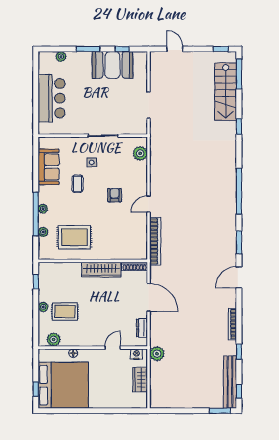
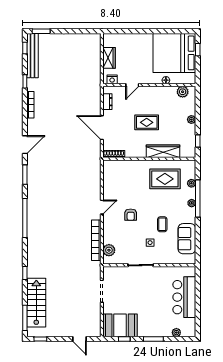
booth: (112, 65) -> (120, 325), moved
bookcase: (155, 241) -> (96, 240), moved
wardrobe: (101, 270) -> (163, 151), moved
rug: (65, 311) -> (147, 122), moved
plant: (157, 354) -> (95, 80), removed

